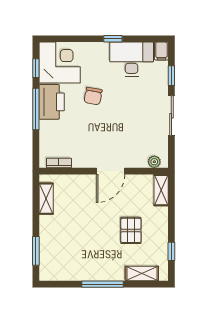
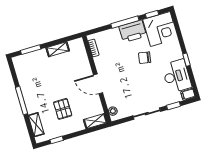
shelving: (46, 199) -> (58, 49), moved
pallet: (131, 230) -> (63, 109), turned 90

